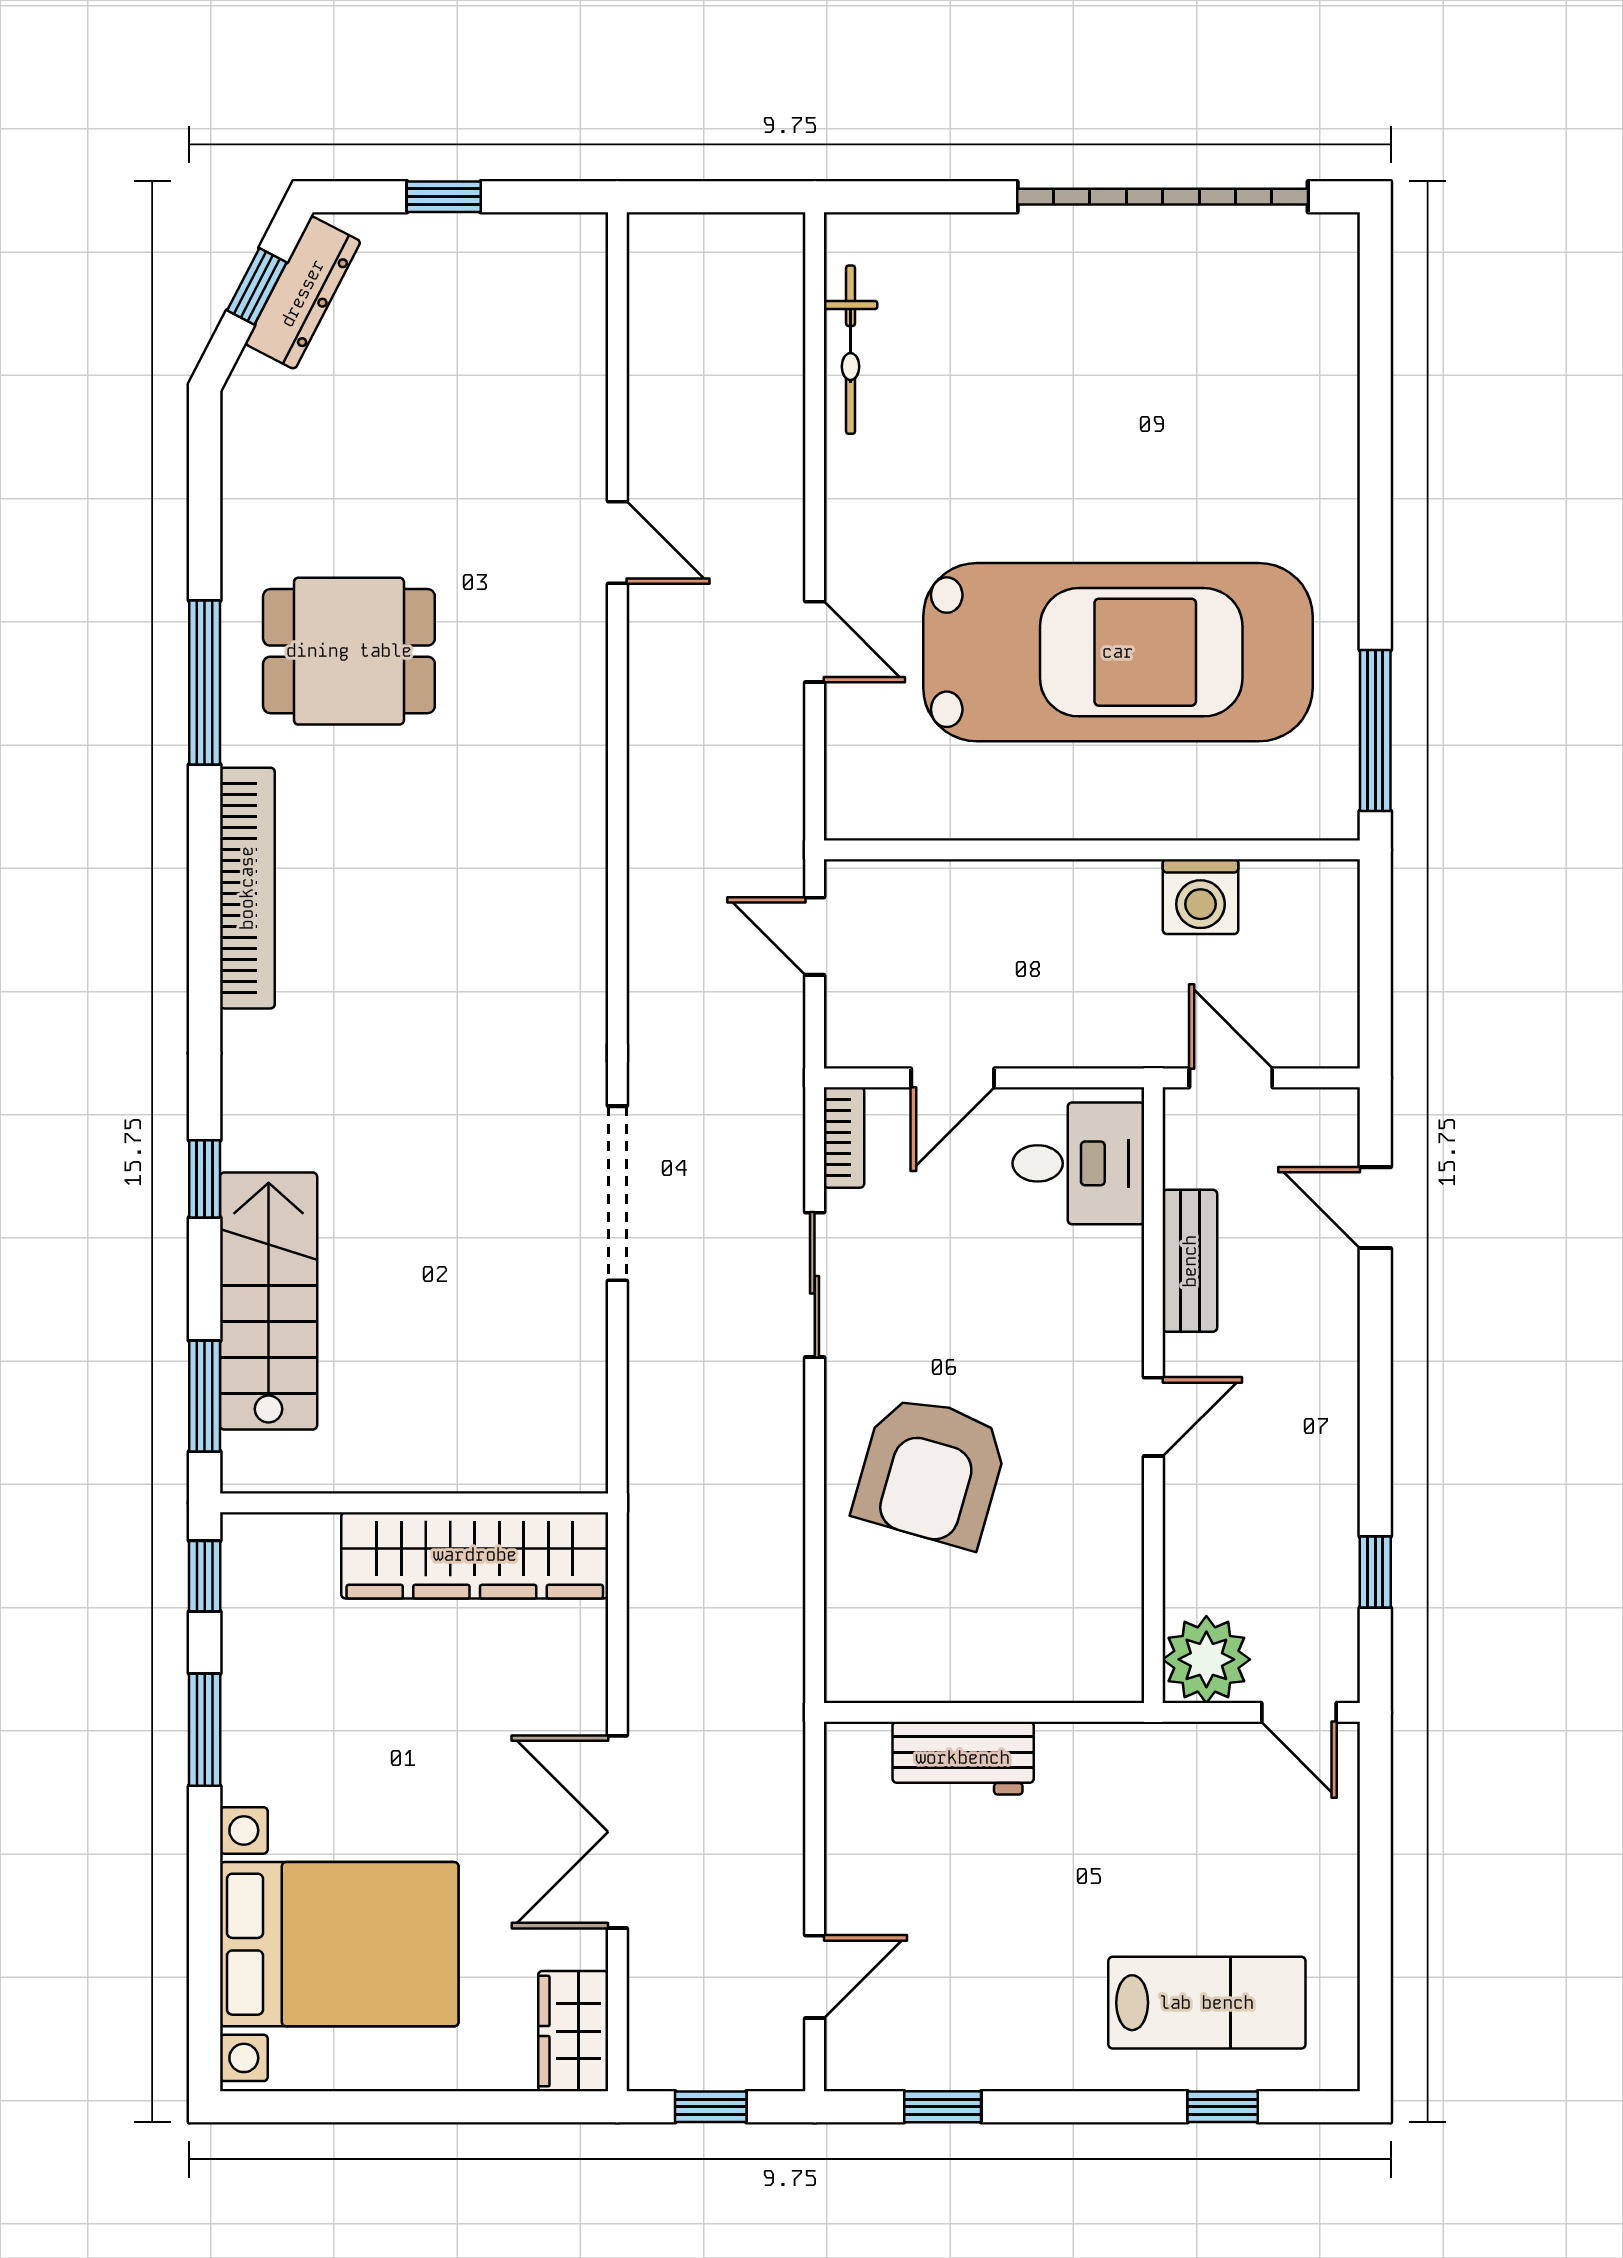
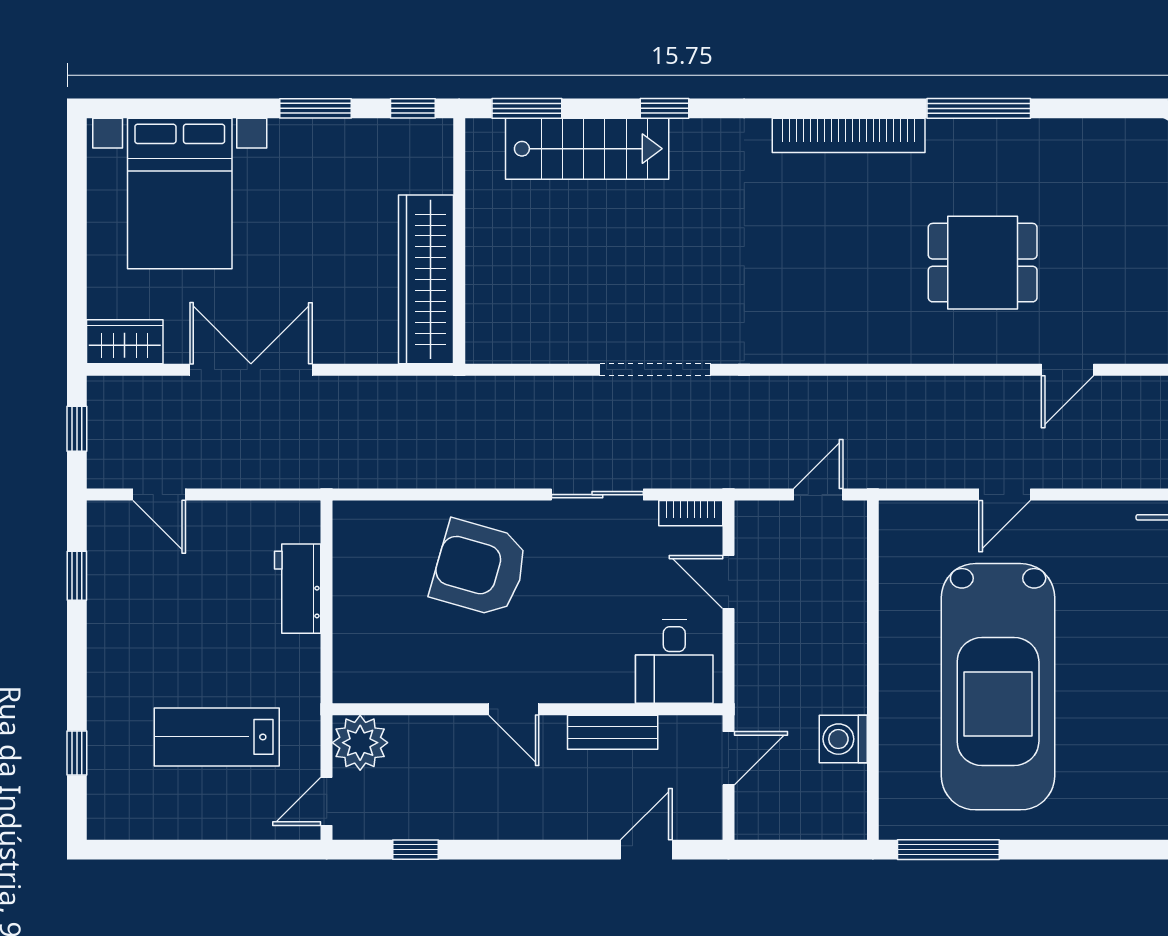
dining table: (349, 651) -> (983, 263), moved, turned 90
lab bench: (1207, 2003) -> (217, 737), moved, turned 90

